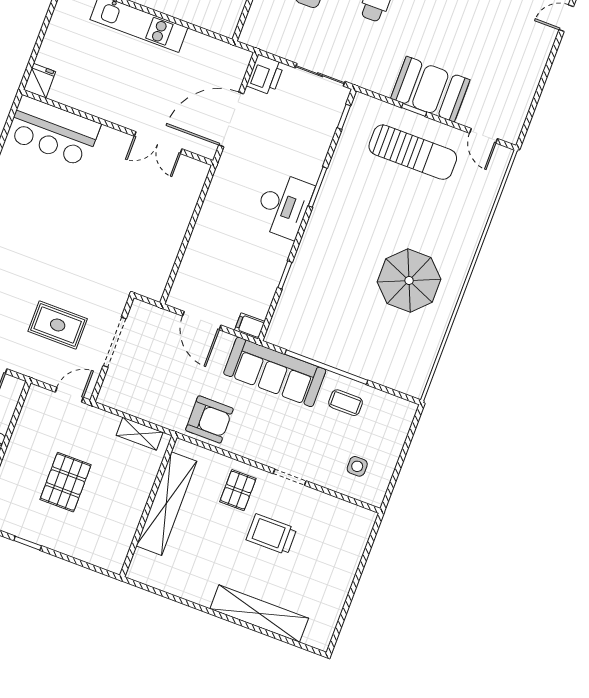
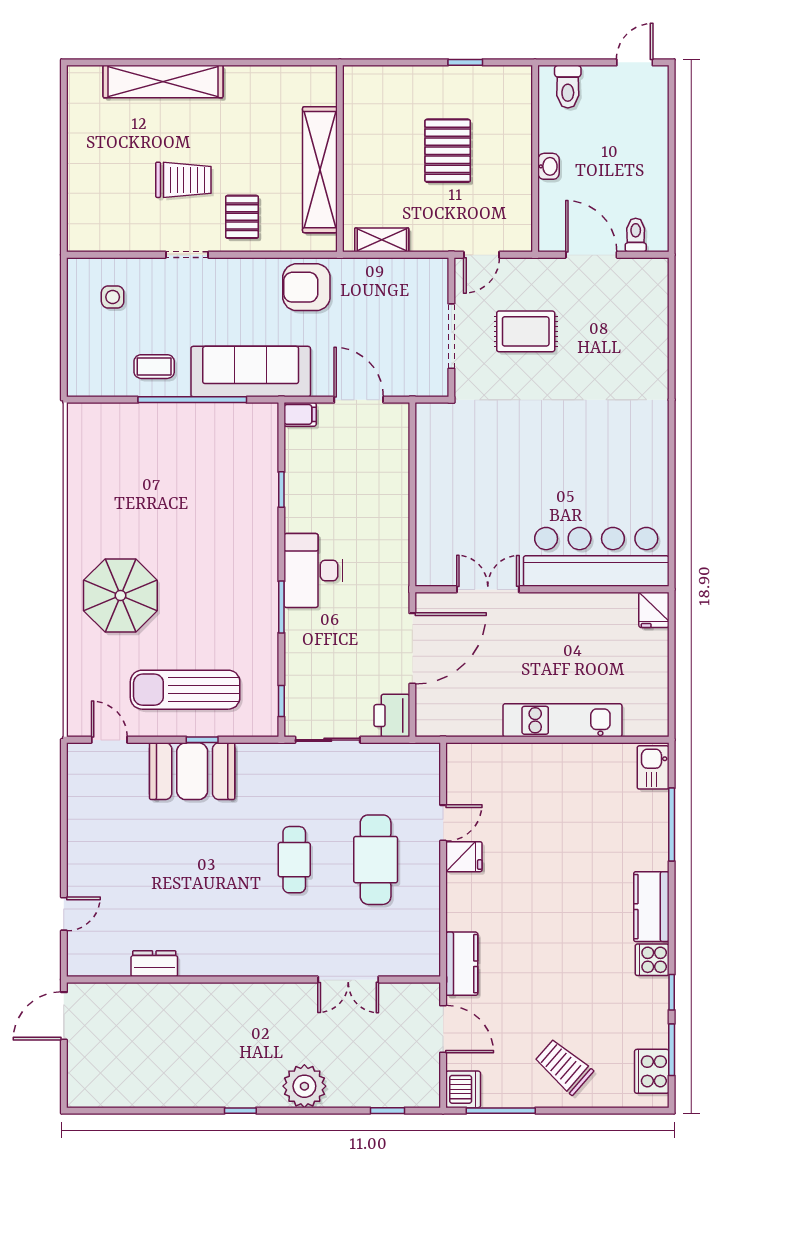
bar counter: (53, 131) -> (596, 557), width x1.36
parasol: (409, 280) -> (120, 596), moved

